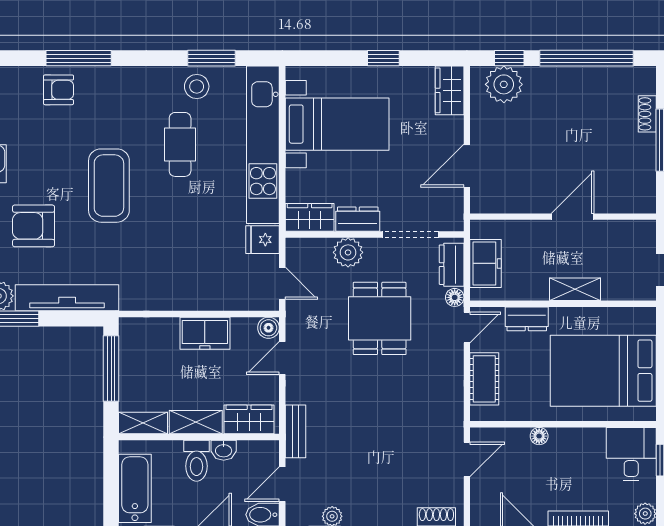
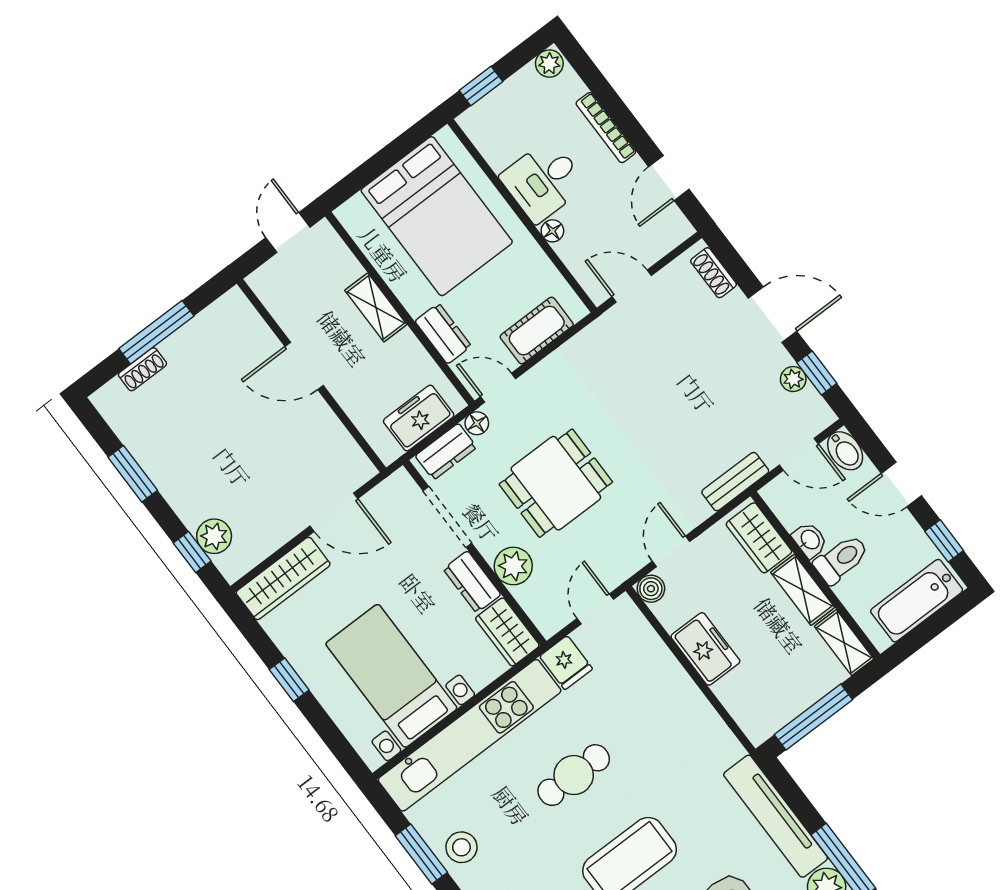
window: (586, 58) -> (133, 474), width x0.47
plant: (504, 84) -> (214, 536), width x0.73, depth x0.73
wardrobe: (450, 90) -> (283, 578), width x1.50
cafe table: (180, 144) -> (574, 775), moved
door: (282, 358) -> (671, 551), swing flipped
desk: (631, 454) -> (543, 181), moved

